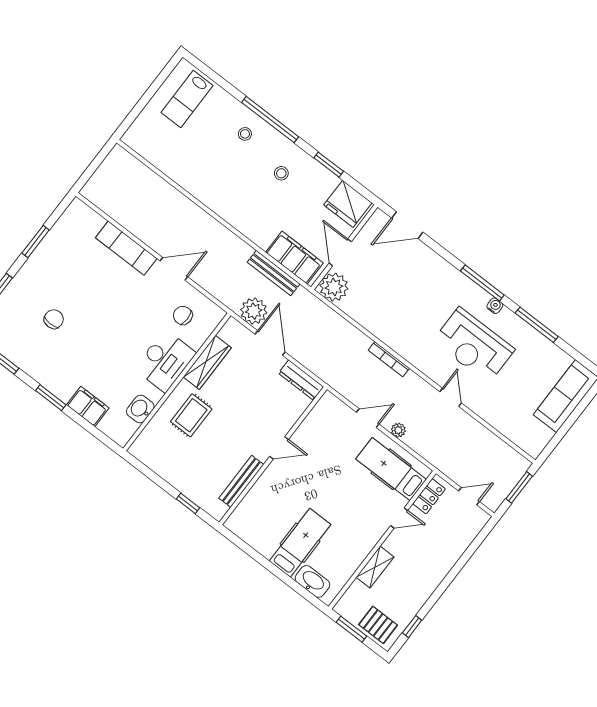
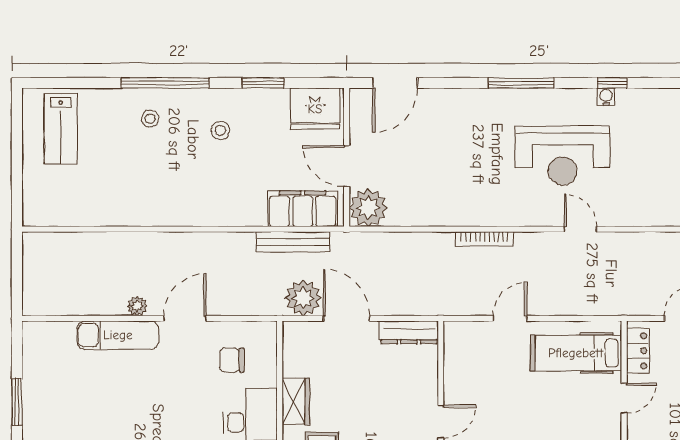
water cooler: (495, 306) -> (606, 97), moved
window: (537, 325) -> (612, 83), width x0.46
wardrobe: (207, 362) -> (296, 401), width x0.67
plant: (398, 430) -> (137, 306), moved

